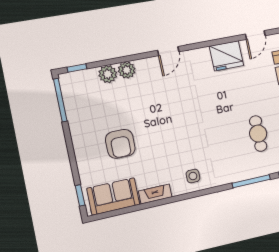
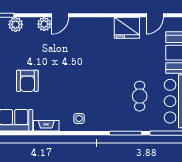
door: (168, 51) -> (60, 15), moved
plant: (108, 74) -> (16, 24), moved

